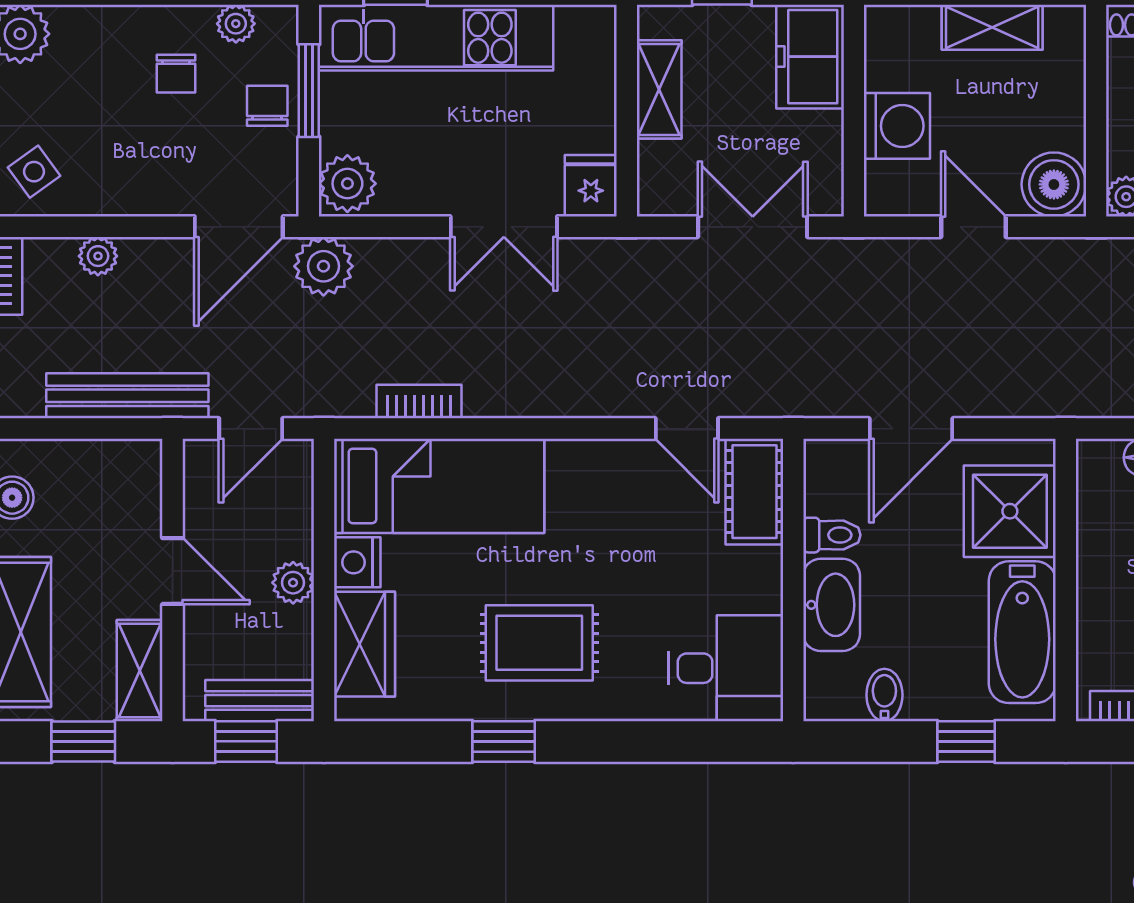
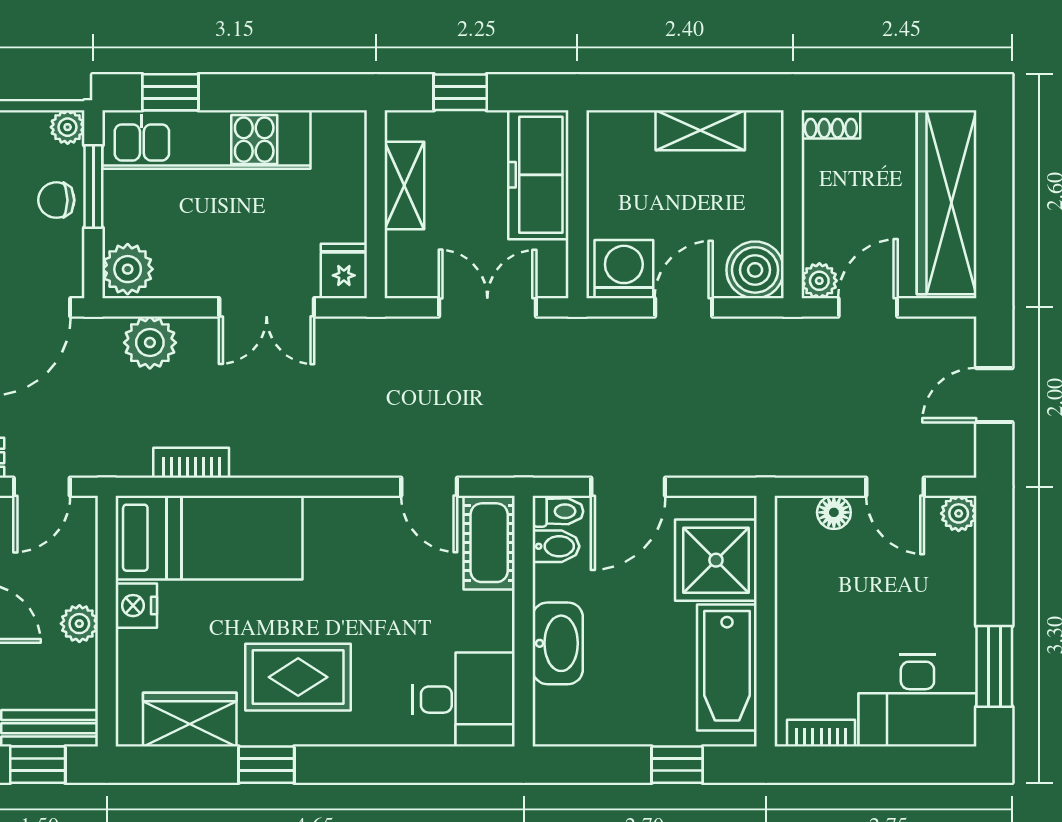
plant: (236, 24) -> (68, 127), moved
freezer: (810, 57) -> (538, 175), width x1.40
chair: (267, 106) -> (56, 200), turned -90
washing machine: (897, 126) -> (624, 269), moved, turned -90
door: (973, 227) -> (684, 307), hinge flipped
plant: (323, 266) -> (150, 343), moved
toilet: (832, 535) -> (558, 511), moved
wardrobe: (365, 644) -> (190, 720), moved, turned -90
bidet: (884, 695) -> (556, 546), moved, turned 90

